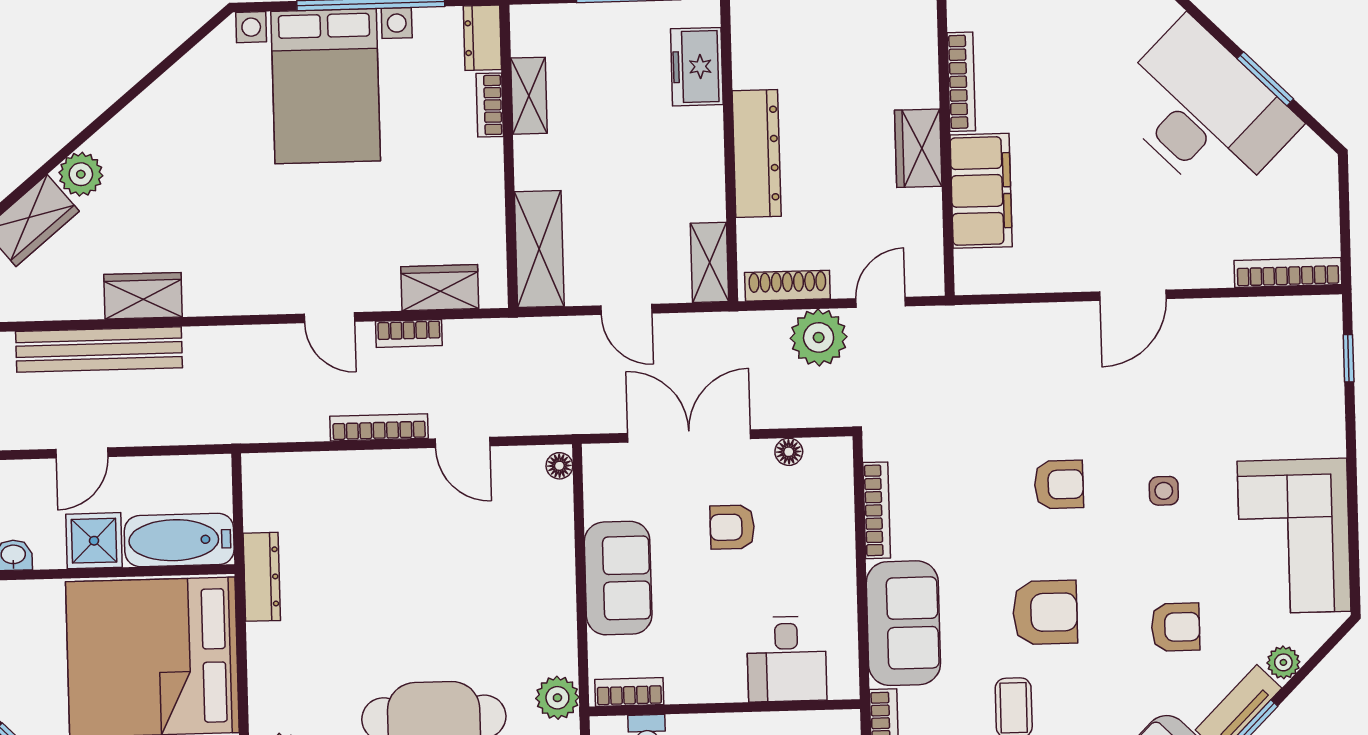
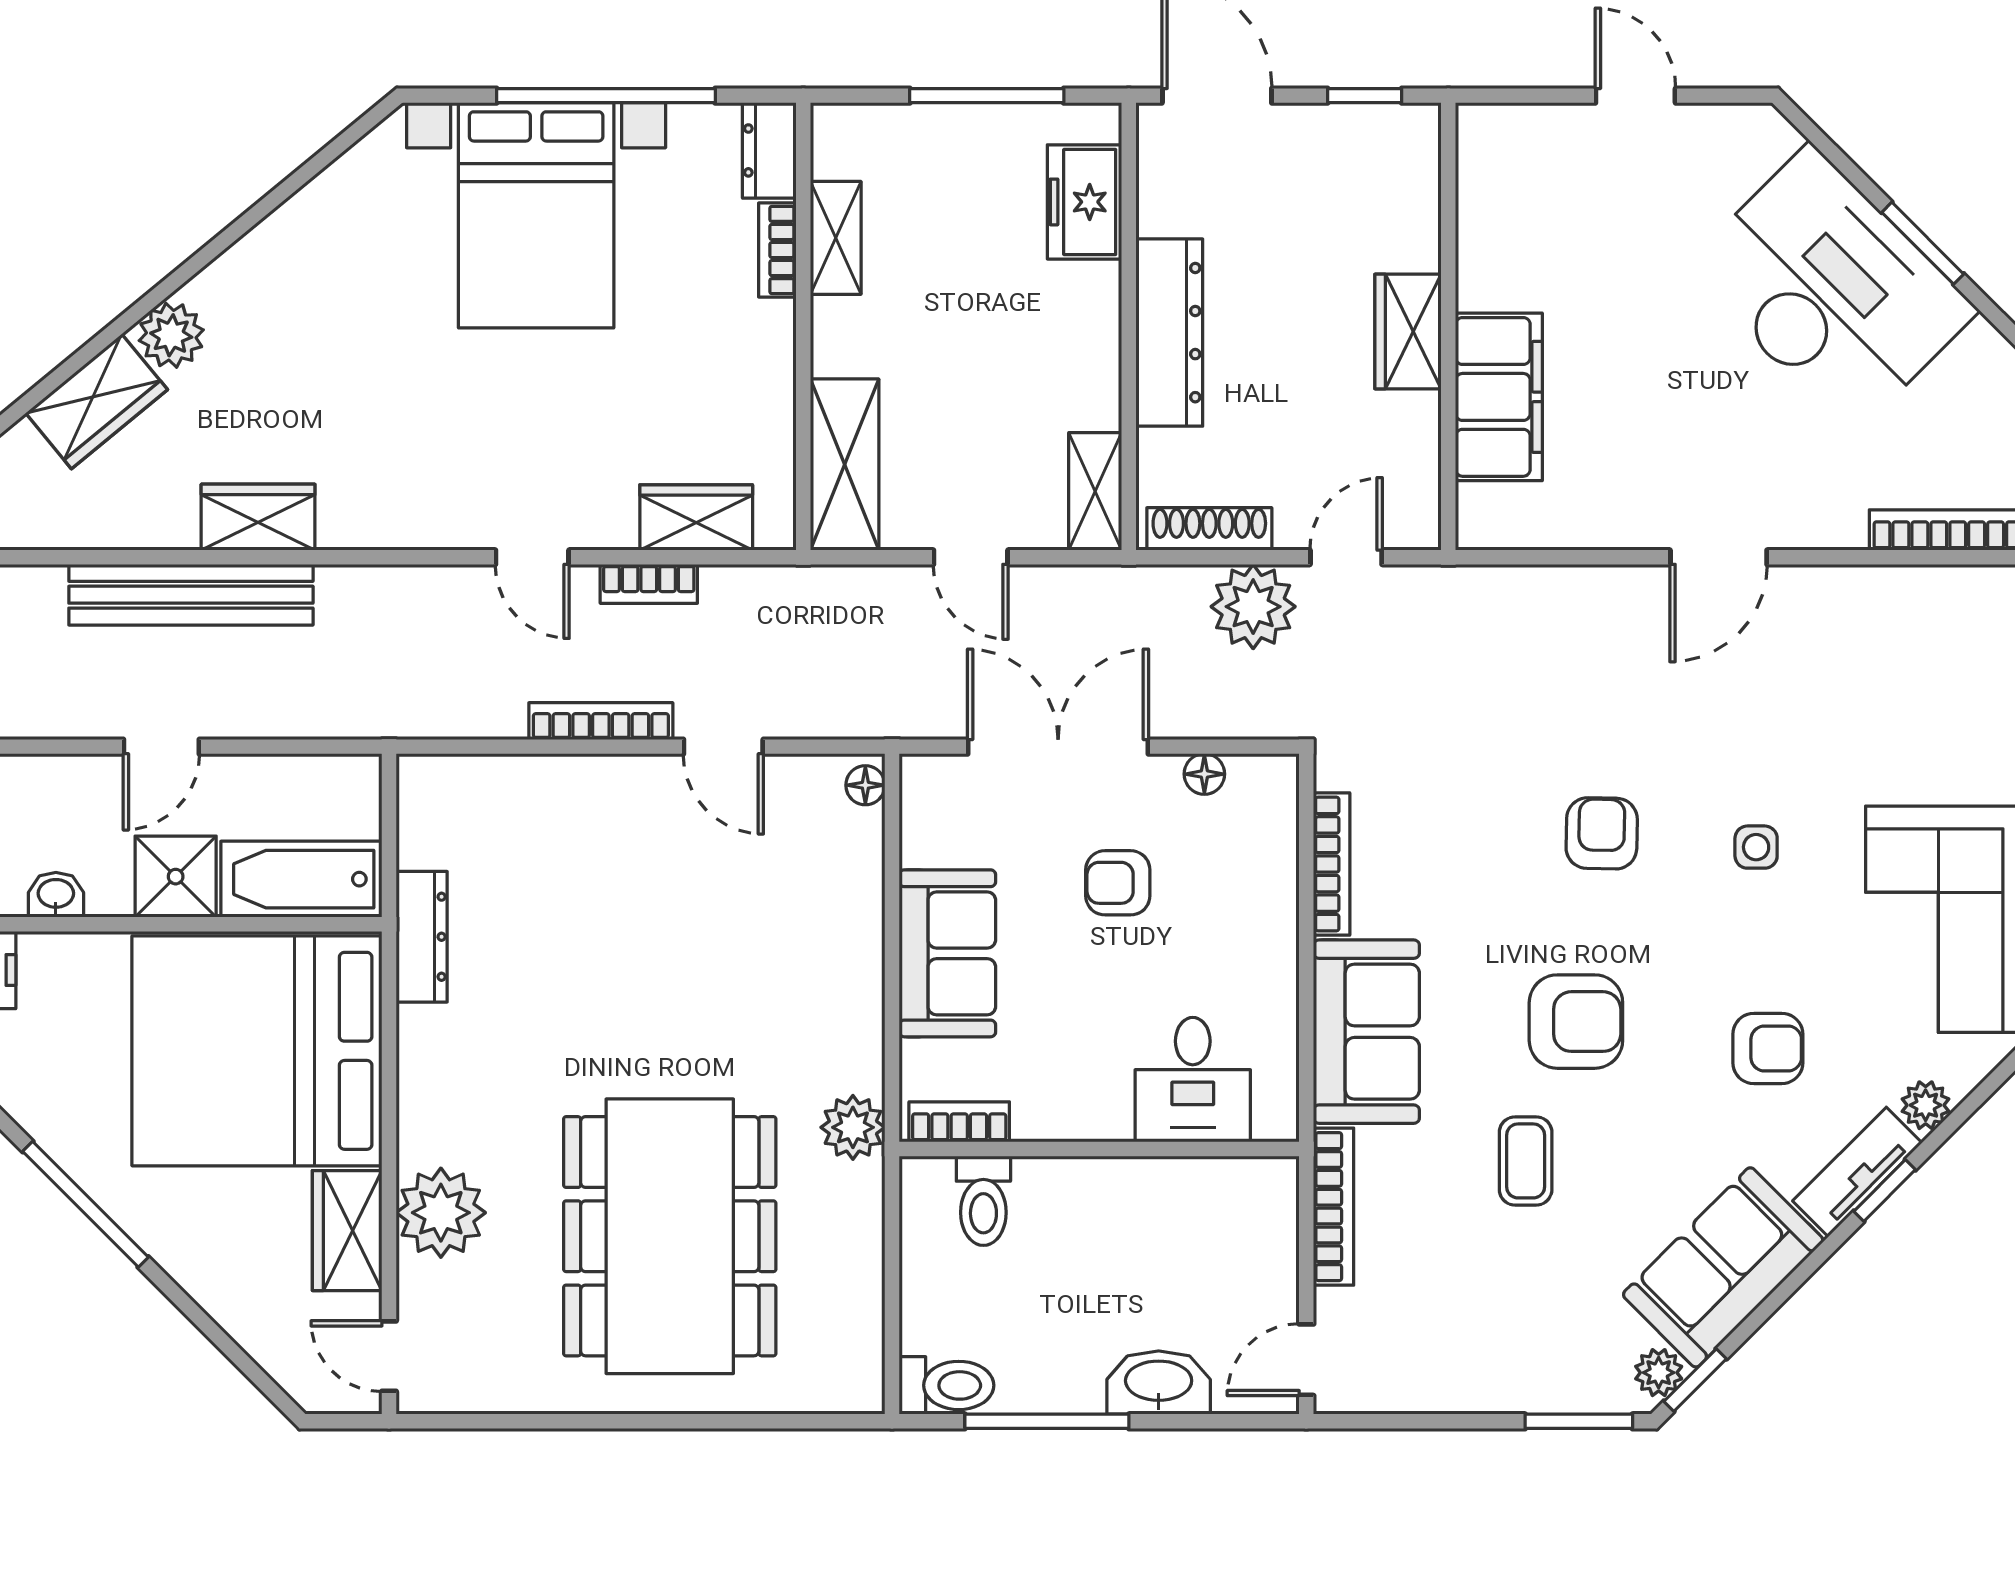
bookcase: (961, 82) -> (1474, 235), removed
armchair: (1059, 484) -> (1602, 833), turned -89

